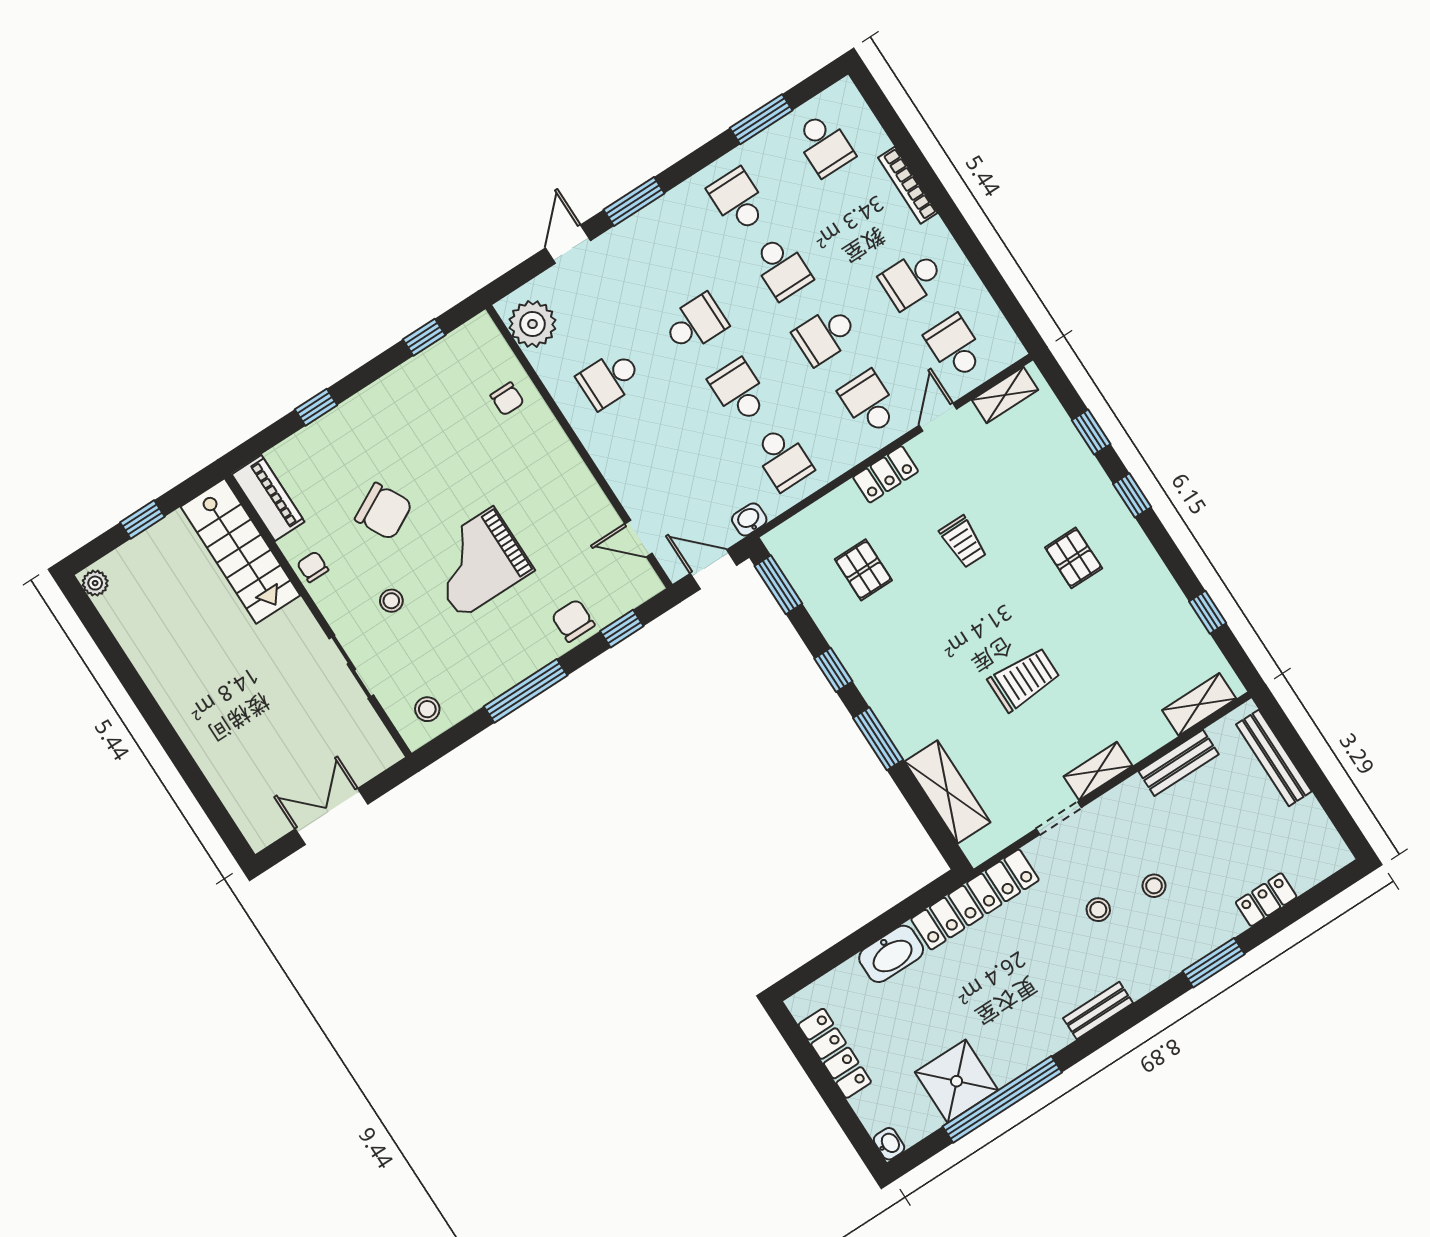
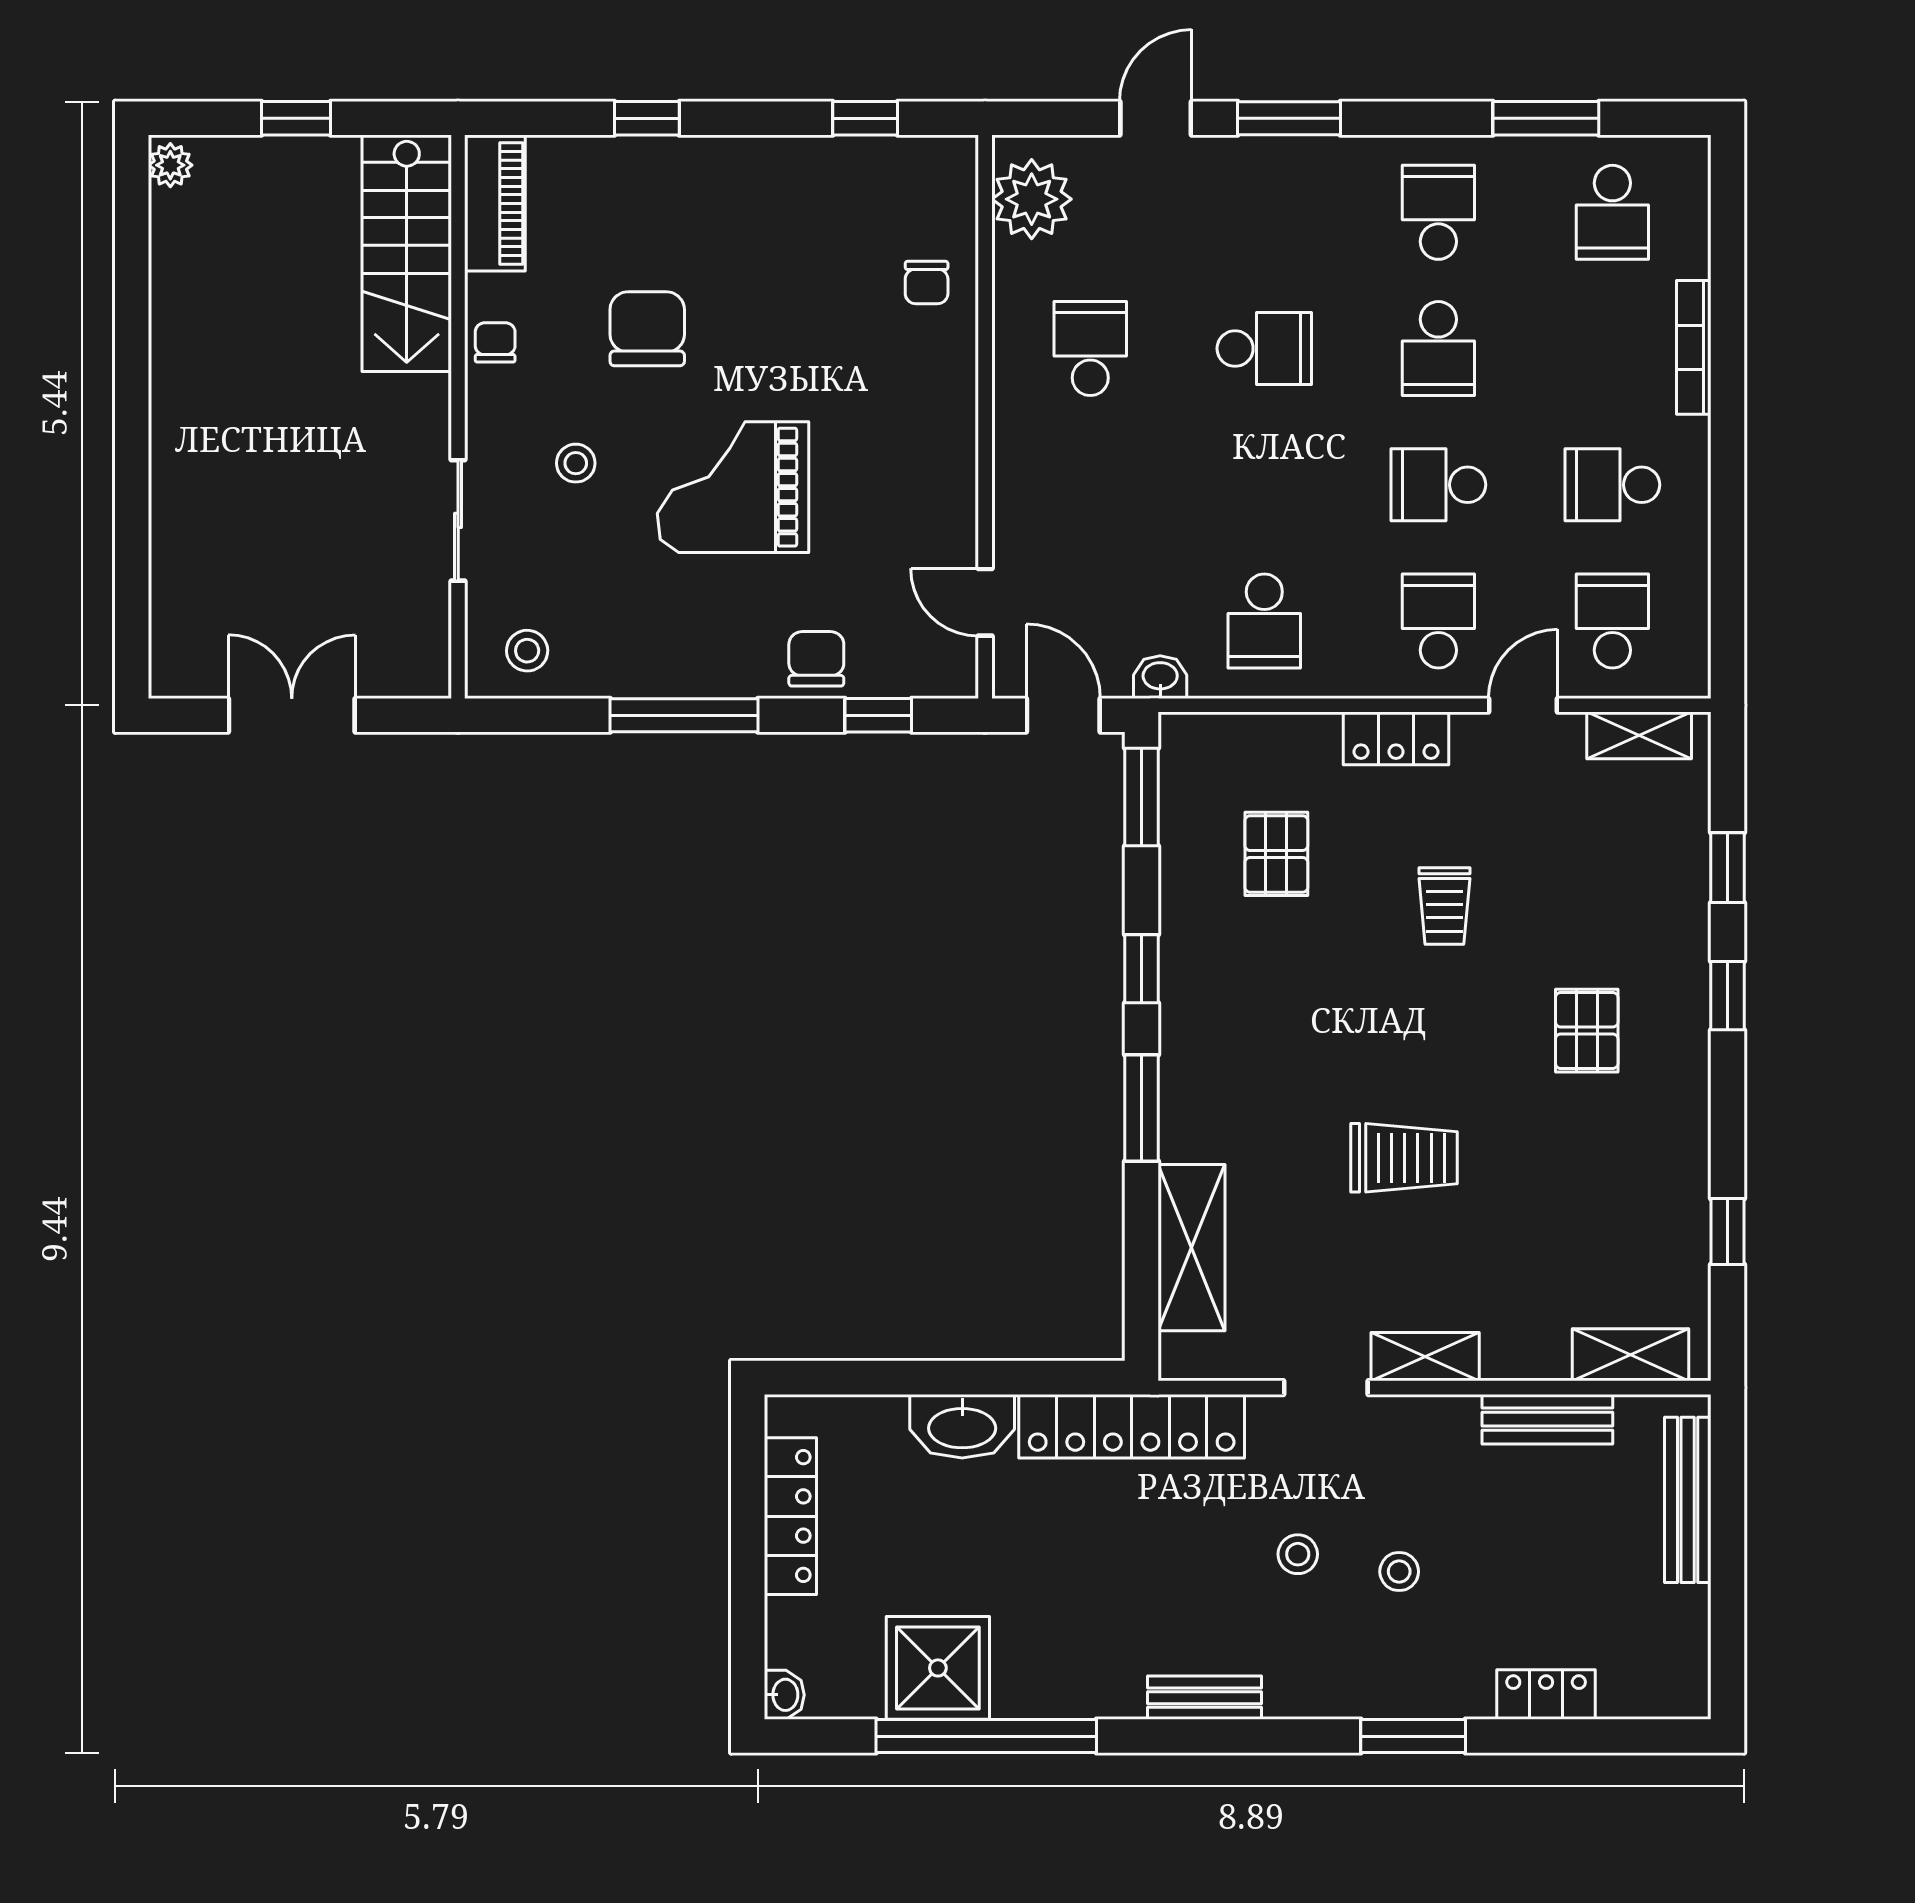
school desk: (609, 379) -> (1090, 349), turned 90
school desk: (739, 391) -> (1264, 485), removed
chair: (384, 511) -> (647, 329), turned -152

